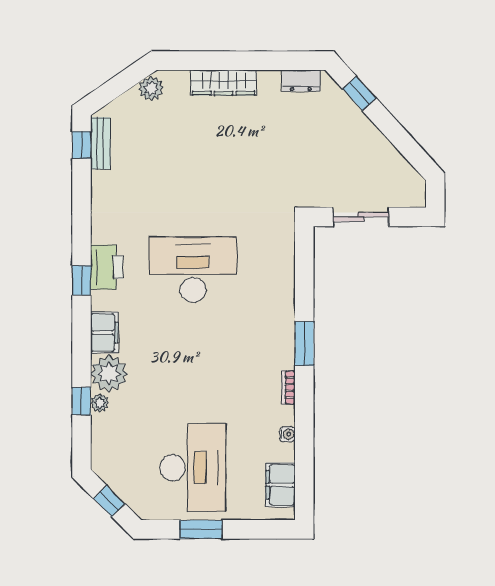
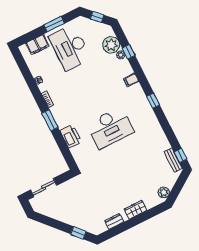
dresser: (301, 81) -> (114, 221), moved
wardrobe: (224, 83) -> (136, 210), width x0.67
sliding door: (361, 217) -> (44, 188), moved
printer: (107, 267) -> (71, 136), moved, turned 180
filing cabinet: (104, 333) -> (131, 80), width x0.50
plant: (109, 373) -> (111, 45), moved
filing cabinet: (280, 485) -> (37, 45), moved, turned 90

